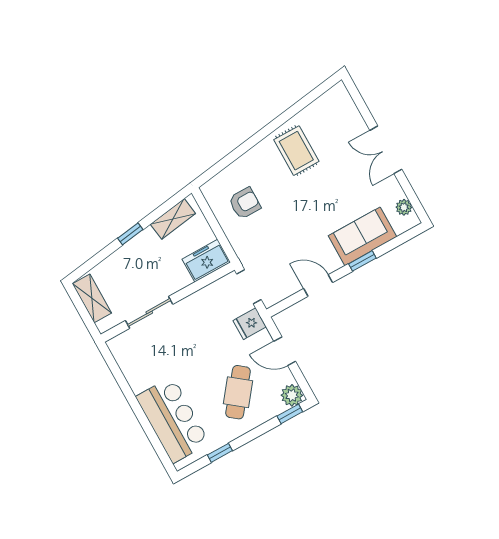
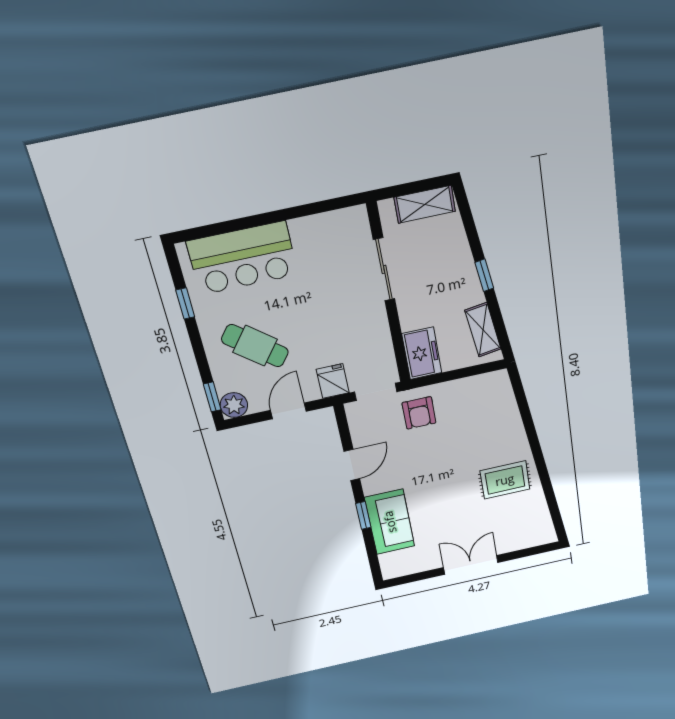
armchair: (245, 203) -> (419, 413), moved
plant: (404, 207) -> (405, 568), removed

